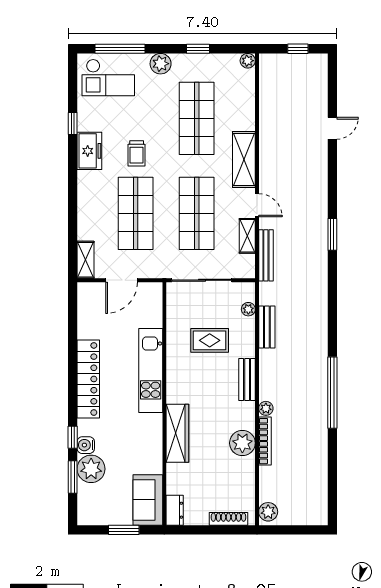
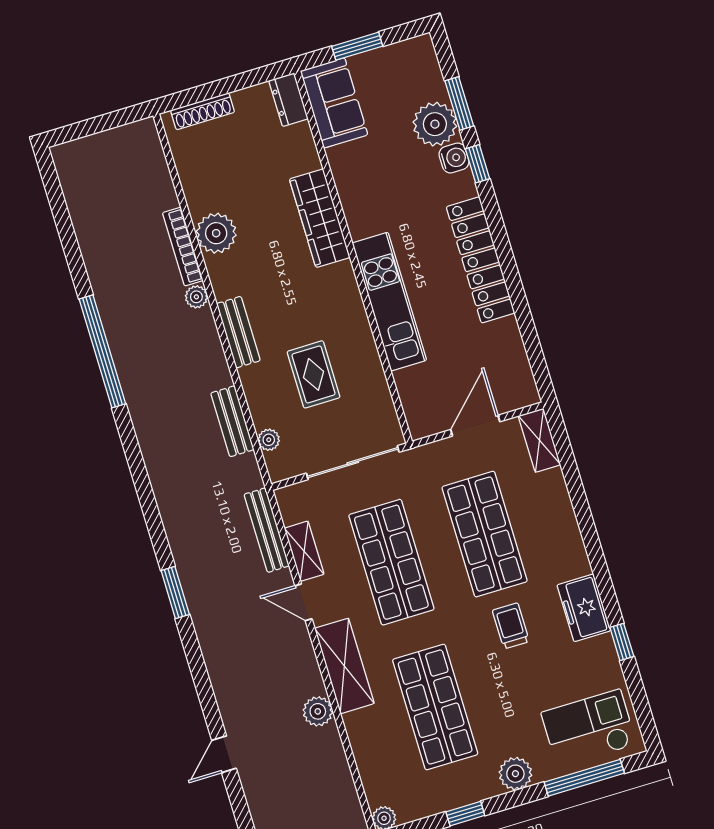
rug: (210, 340) -> (314, 374), turned 90
plant: (268, 512) -> (318, 711), moved

